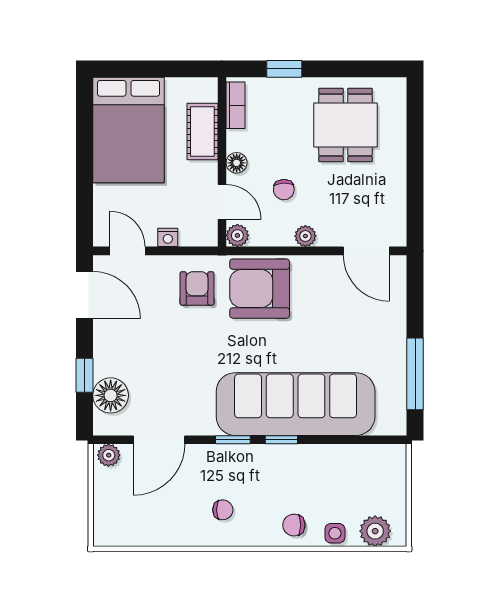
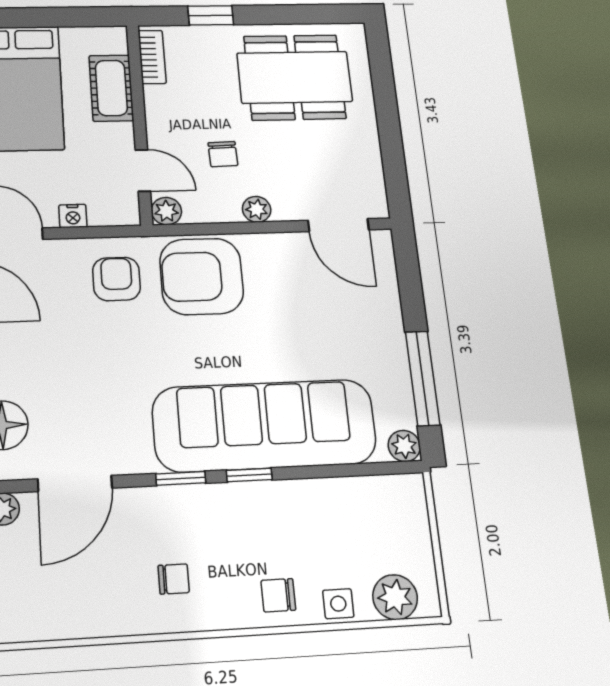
dining table: (345, 125) -> (295, 77), width x1.38
floor lamp: (237, 163) -> (159, 124), removed
plant: (395, 424) -> (404, 446), added

